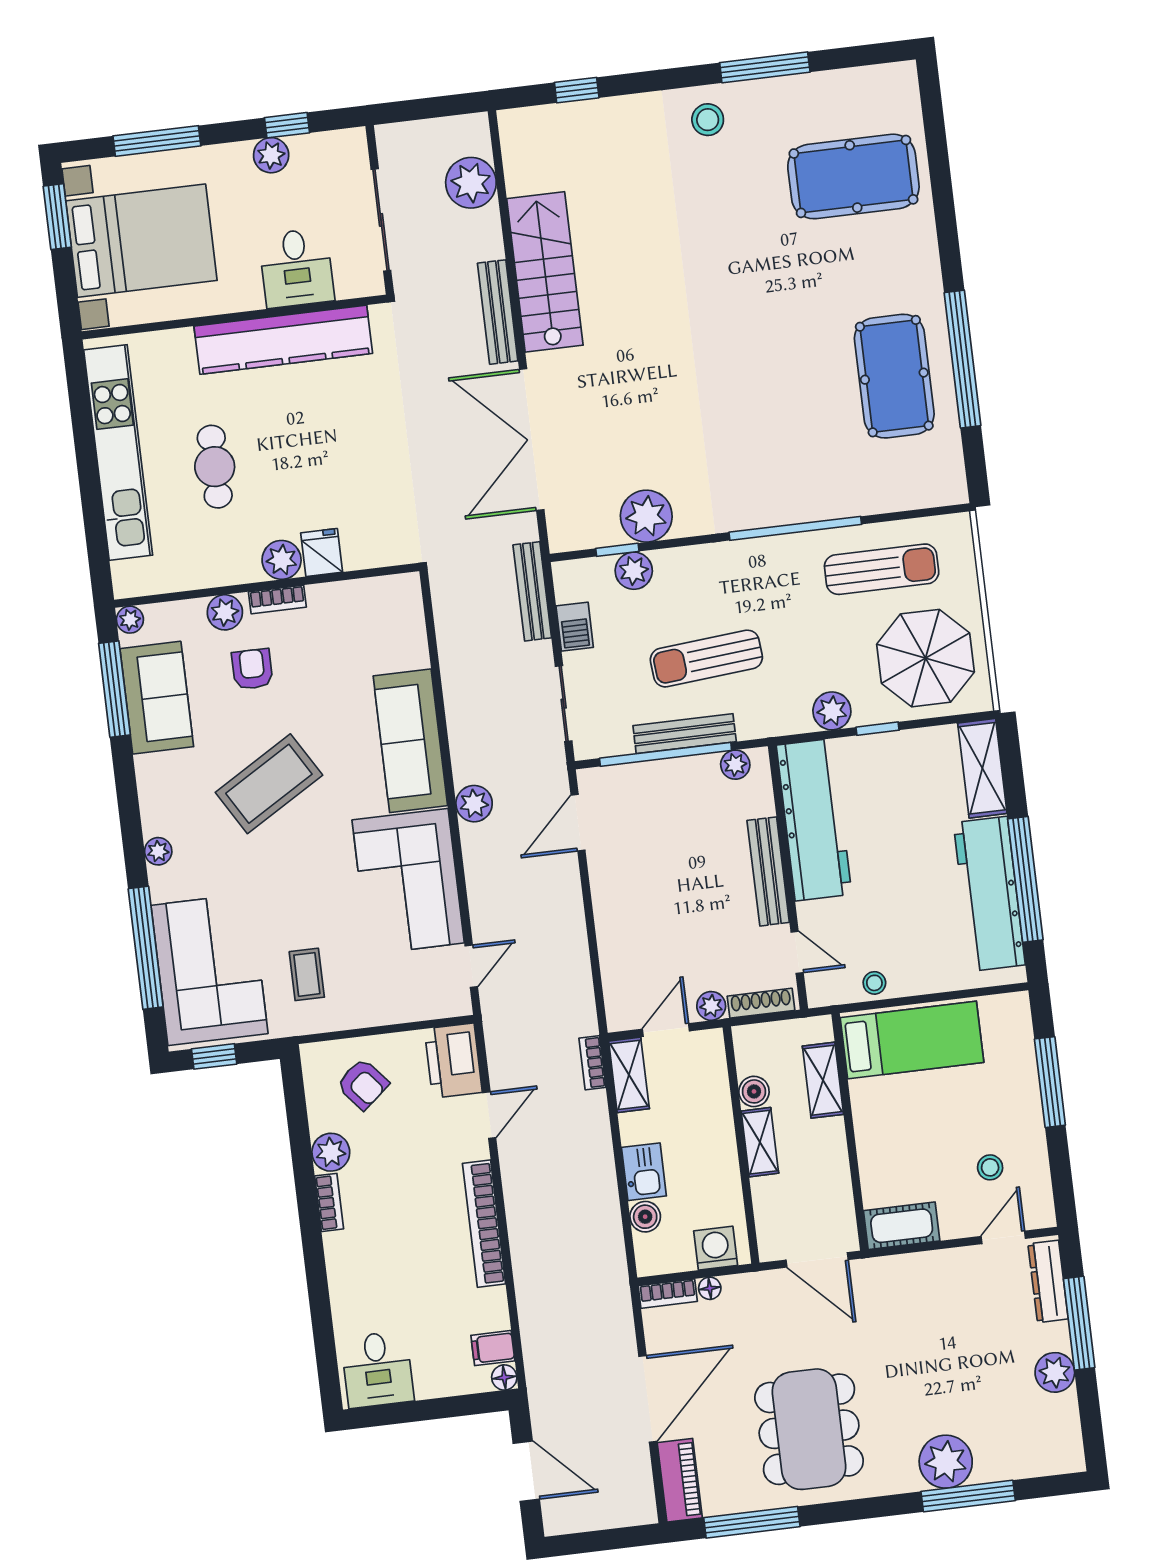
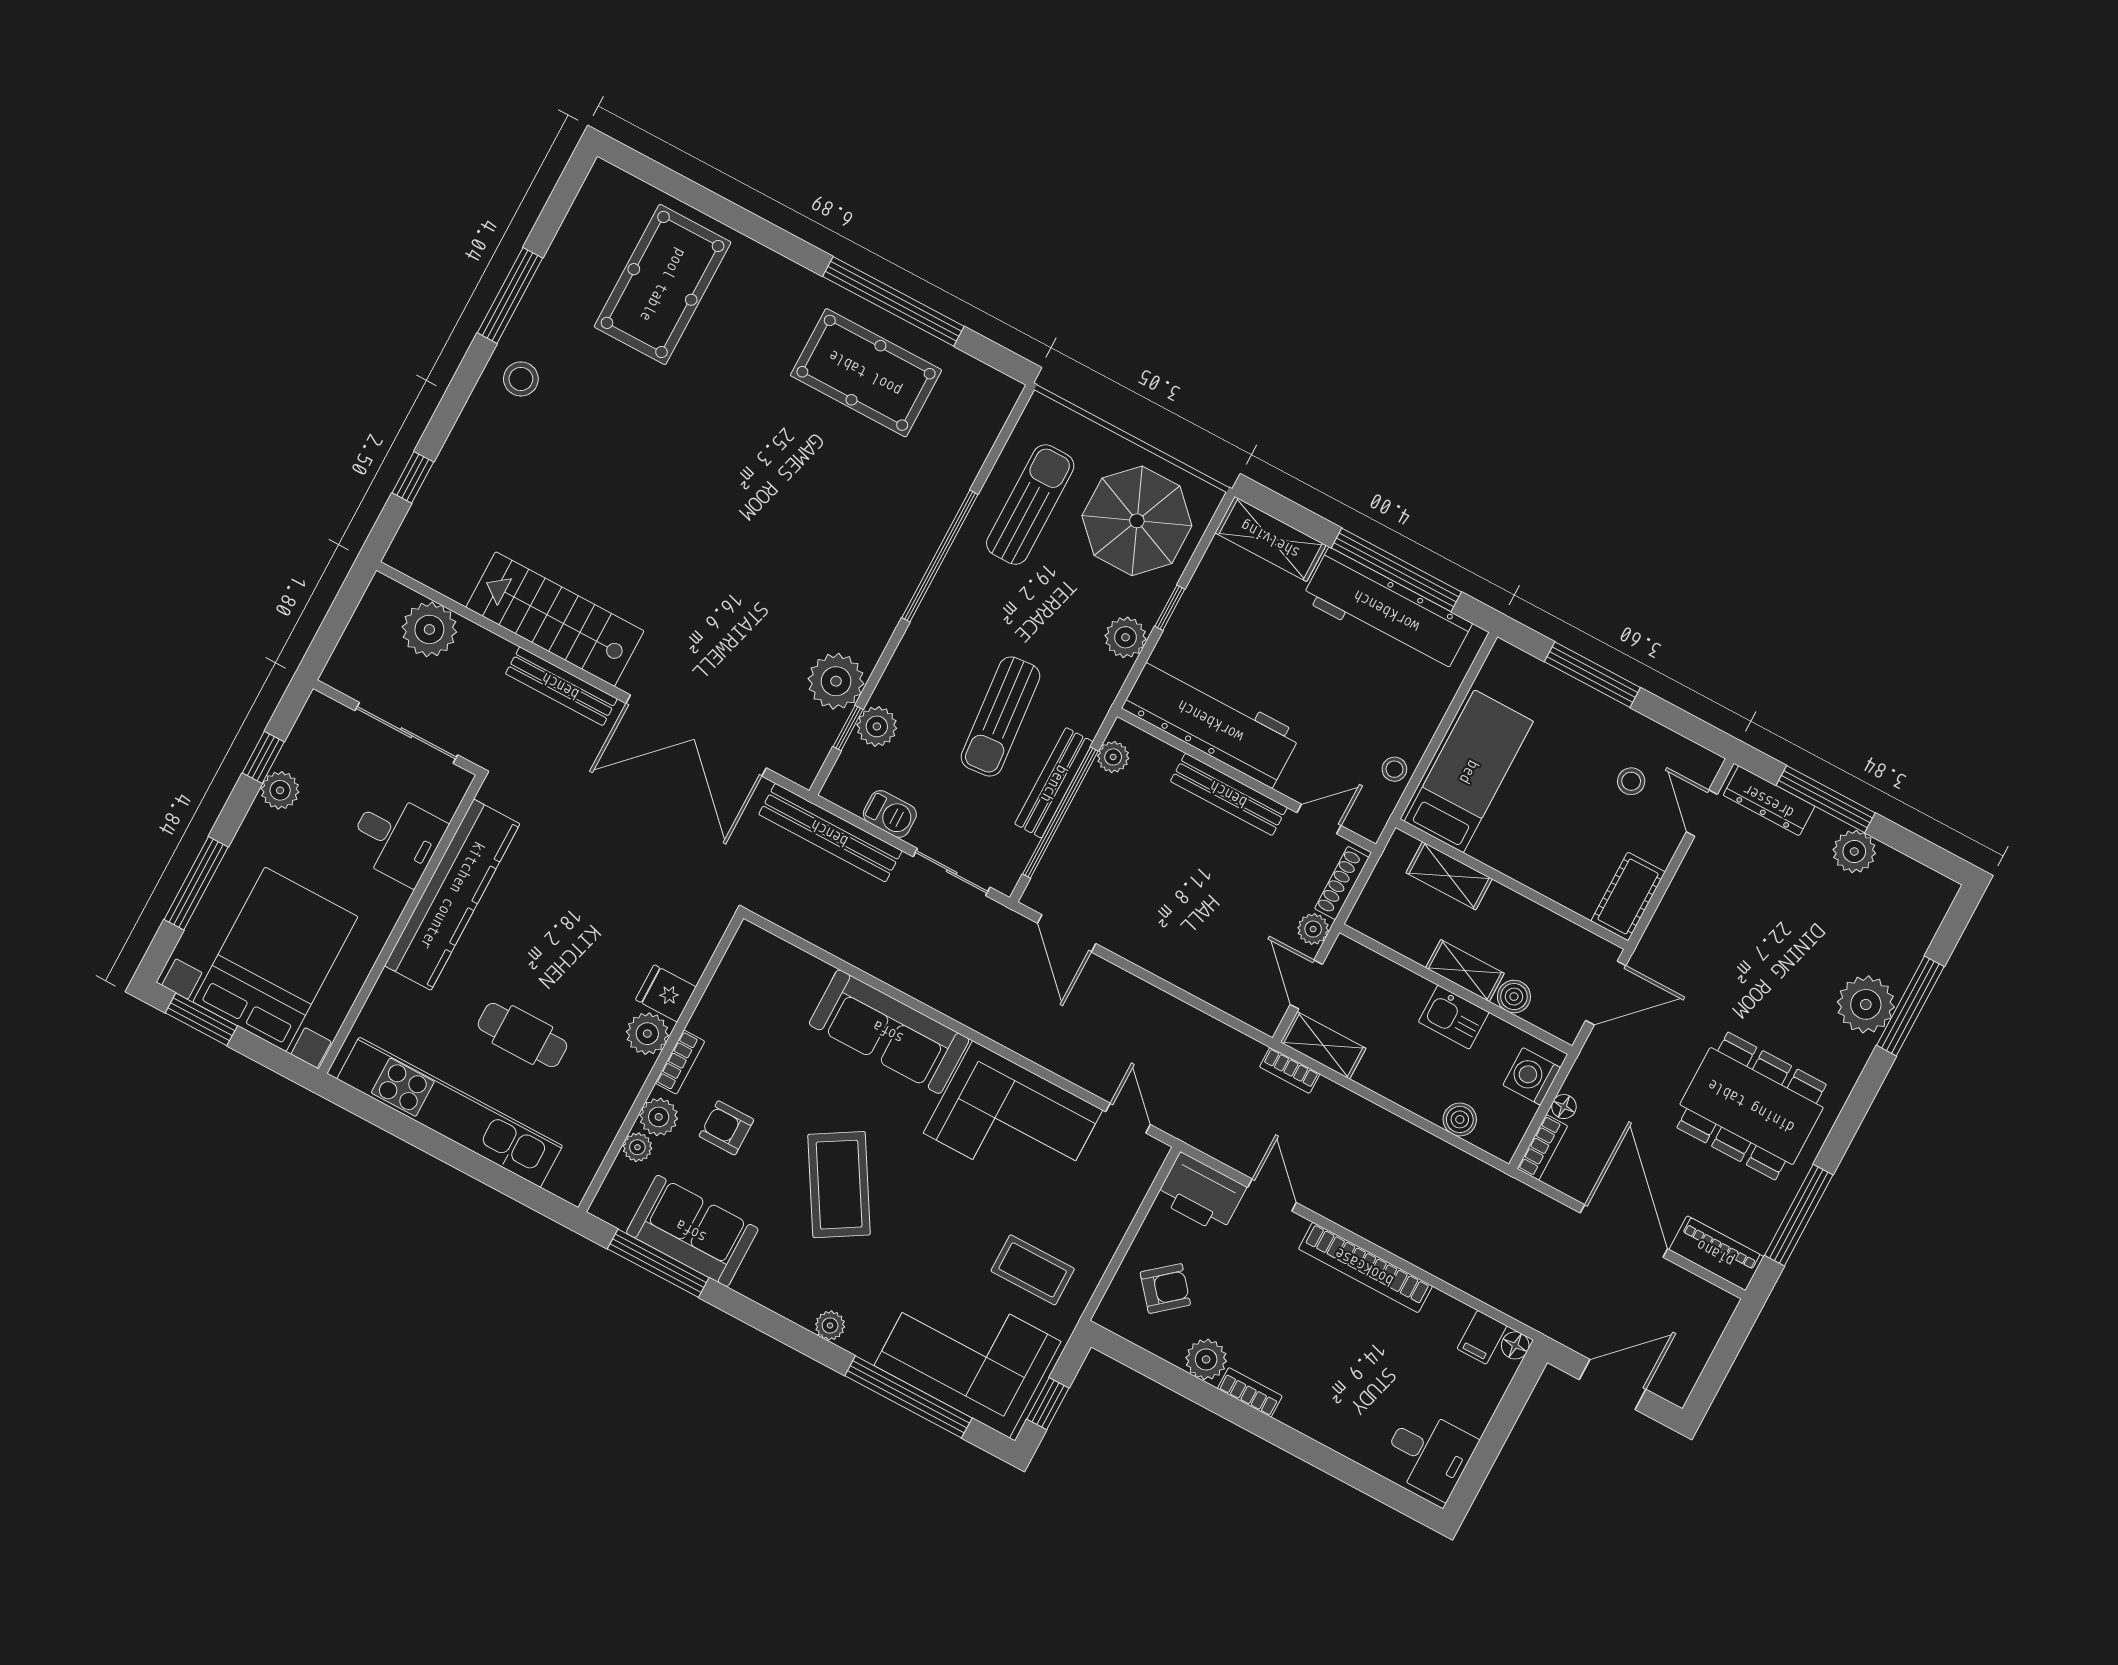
bench: (532, 591) -> (830, 833), width x1.37, depth x1.21
plant: (130, 620) -> (637, 1147), moved
plant: (474, 804) -> (985, 1014), removed
coffee table: (307, 974) -> (1033, 1270), width x1.36, depth x1.30
boiler: (754, 1091) -> (1514, 997), moved
kitchen sink: (644, 1172) -> (1454, 1017), moved, turned 180

